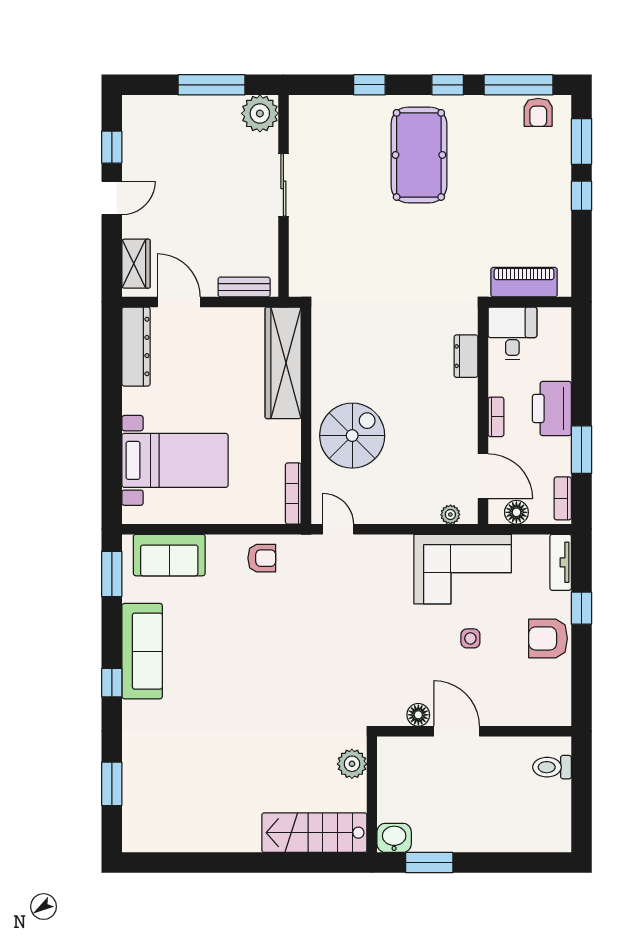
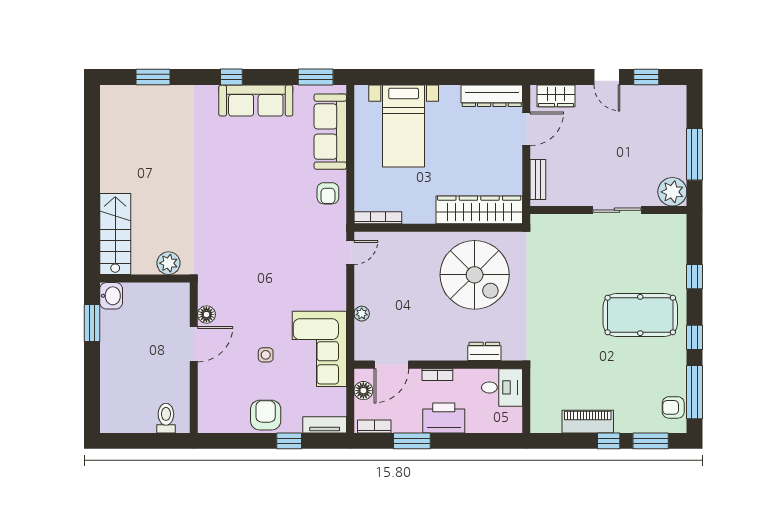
piano: (524, 282) -> (588, 422), moved, turned -90
spiral stairs: (352, 436) -> (475, 275), moved, width x1.37, depth x1.37
plant: (450, 515) -> (362, 314), moved
sofa: (169, 555) -> (330, 132), width x1.36

